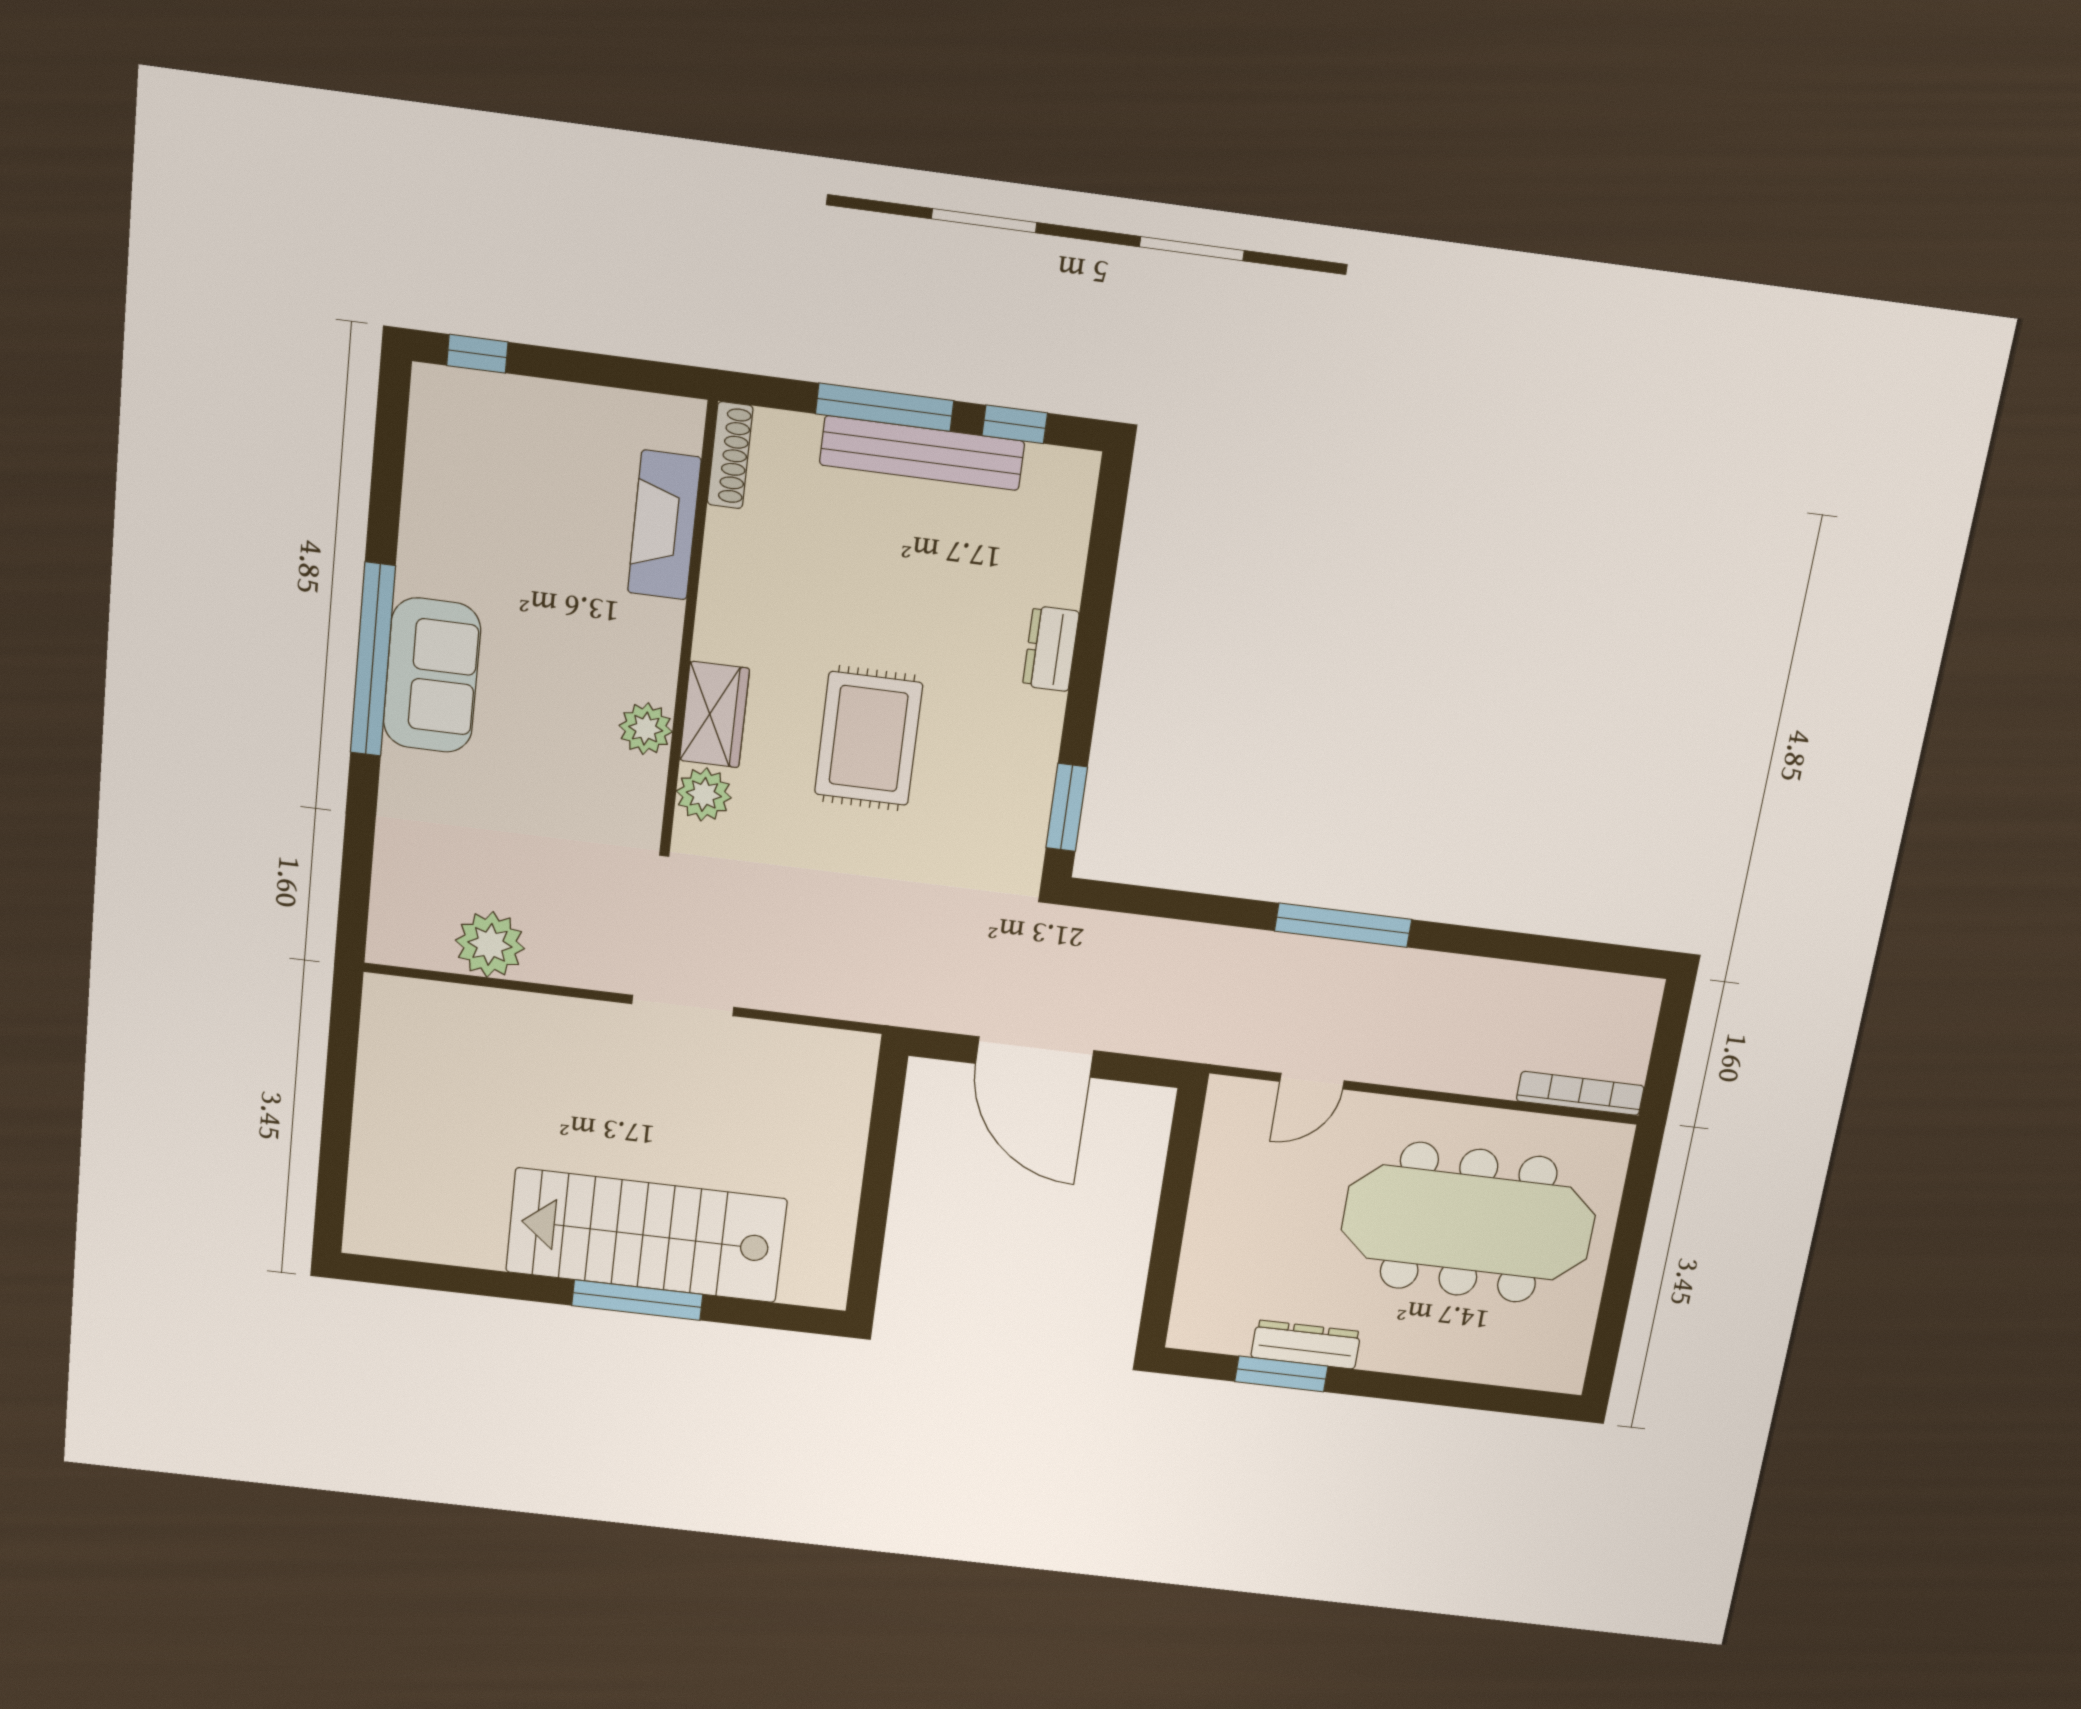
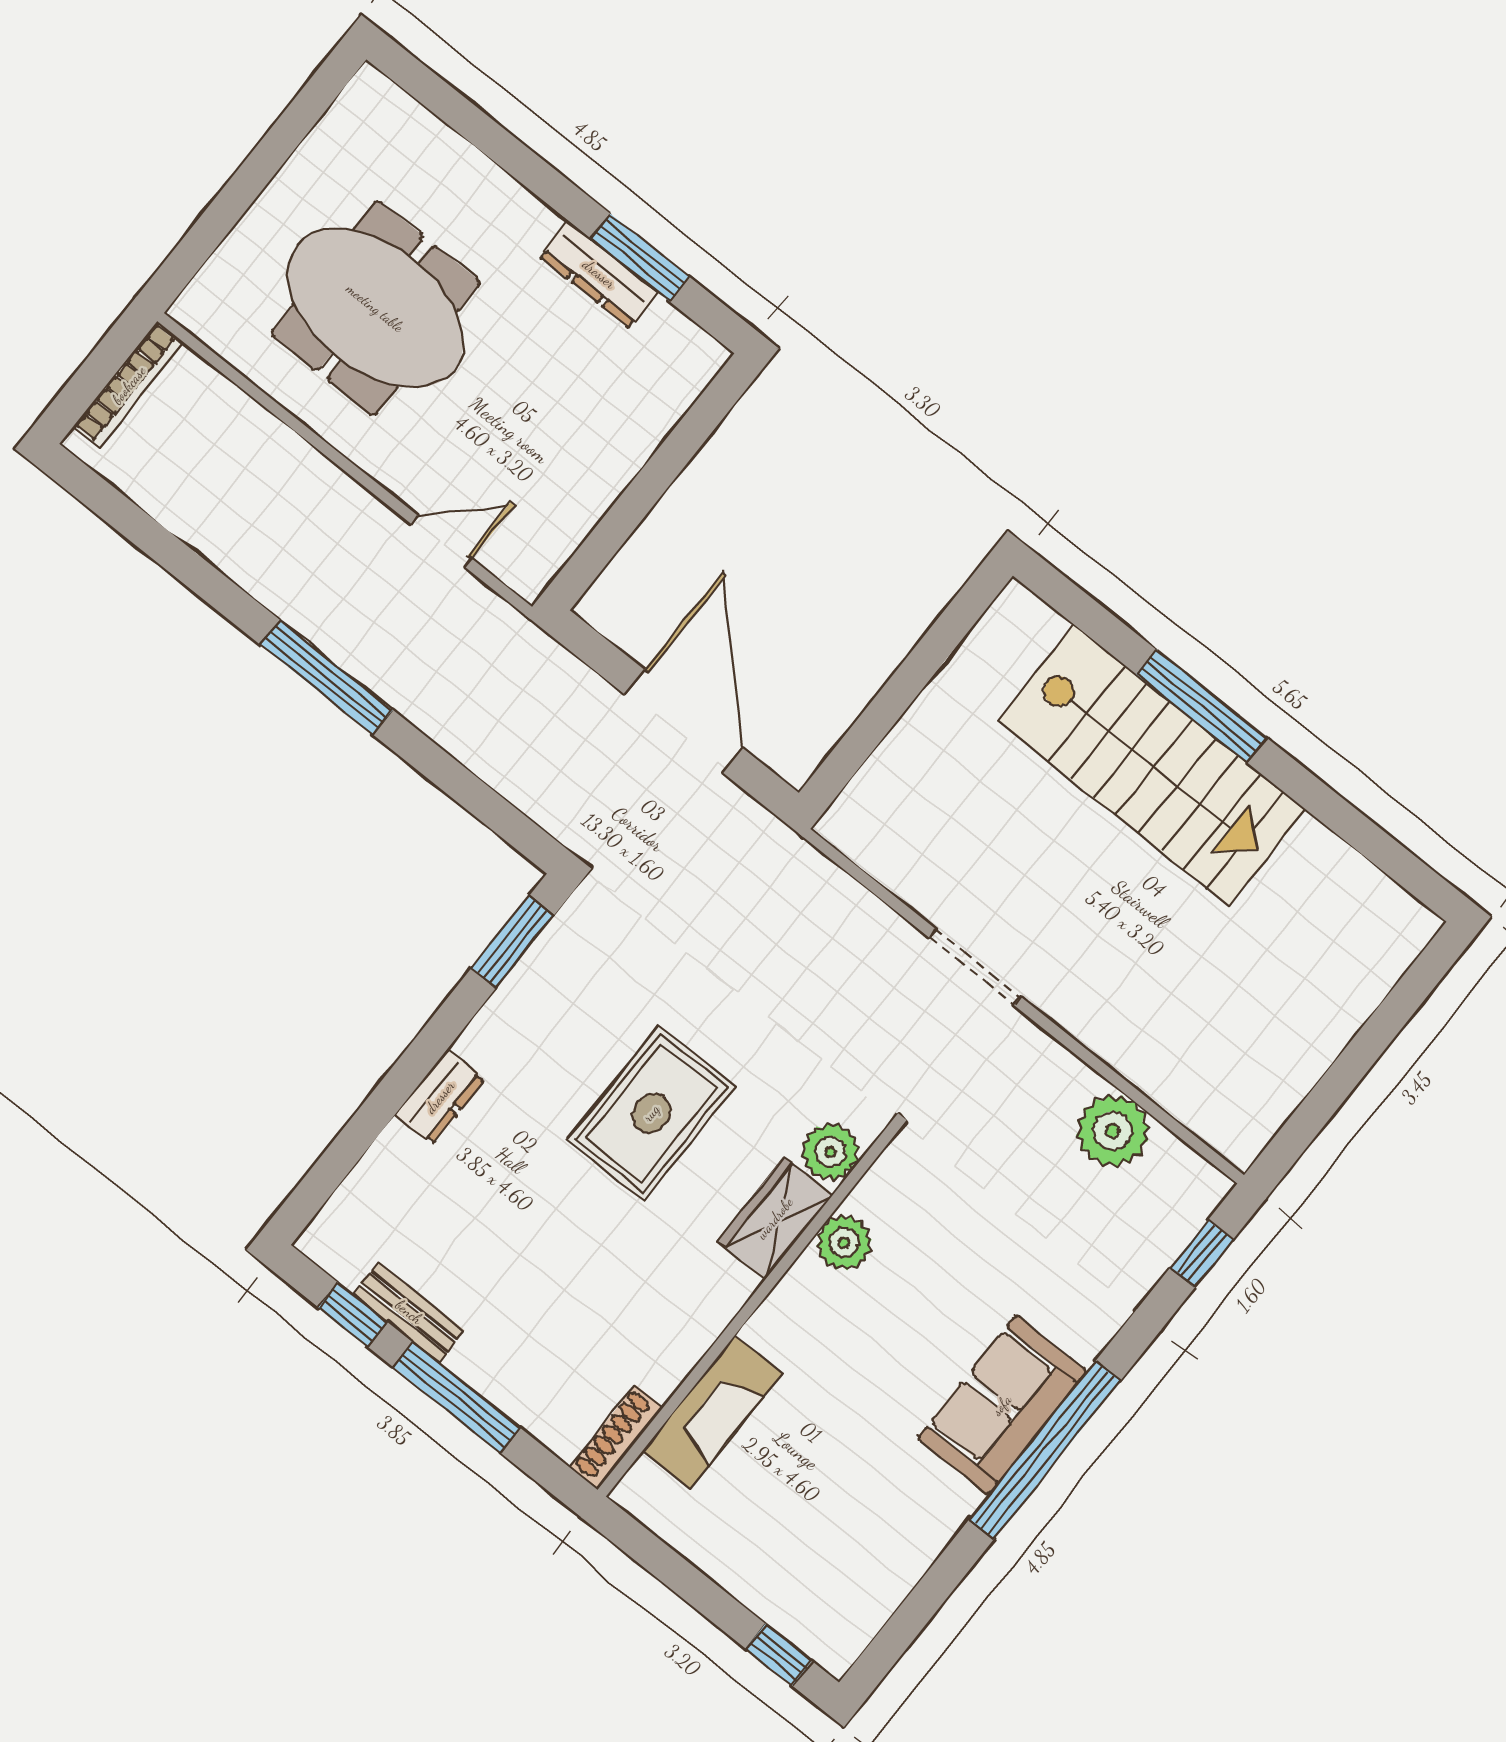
bench: (922, 453) -> (409, 1312), width x0.54, depth x0.82
window: (355, 892) -> (1202, 1254), added
bookcase: (1580, 1093) -> (129, 385), moved, turned -90
meeting table: (1468, 1223) -> (375, 308), width x0.73

